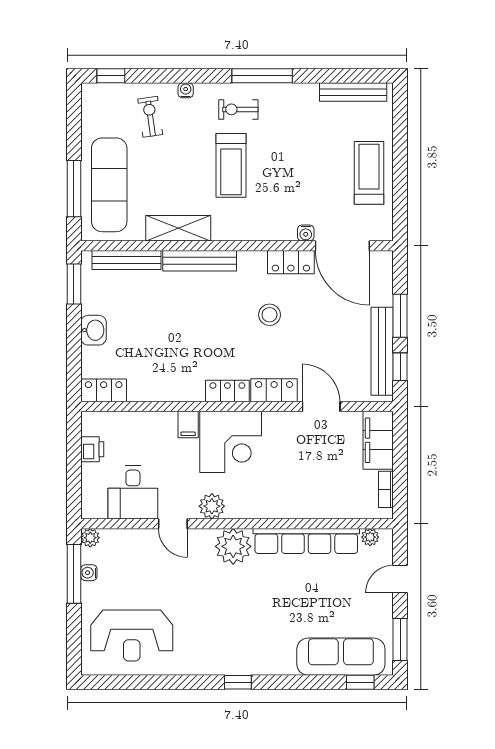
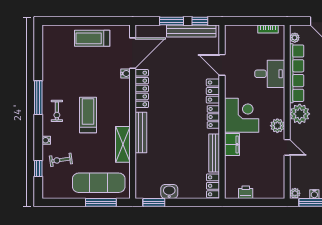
window: (111, 76) -> (38, 169), moved
bench: (353, 92) -> (47, 47), removed
treadmill: (231, 165) -> (88, 115), turned -90
bench: (127, 260) -> (214, 153), moved
locker: (291, 262) -> (142, 89), width x1.53
stool: (270, 315) -> (171, 94), removed
washbasin: (94, 330) -> (169, 191), moved
door: (321, 407) -> (222, 65), hinge flipped
filing cabinet: (188, 425) -> (232, 144), width x2.00
filing cabinet: (378, 440) -> (241, 33), removed
desk: (133, 492) -> (270, 74), moved
door: (173, 524) -> (287, 147), hinge flipped

